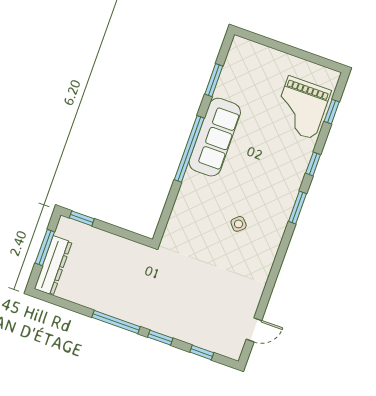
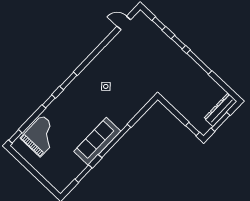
window: (332, 112) -> (15, 136), moved

